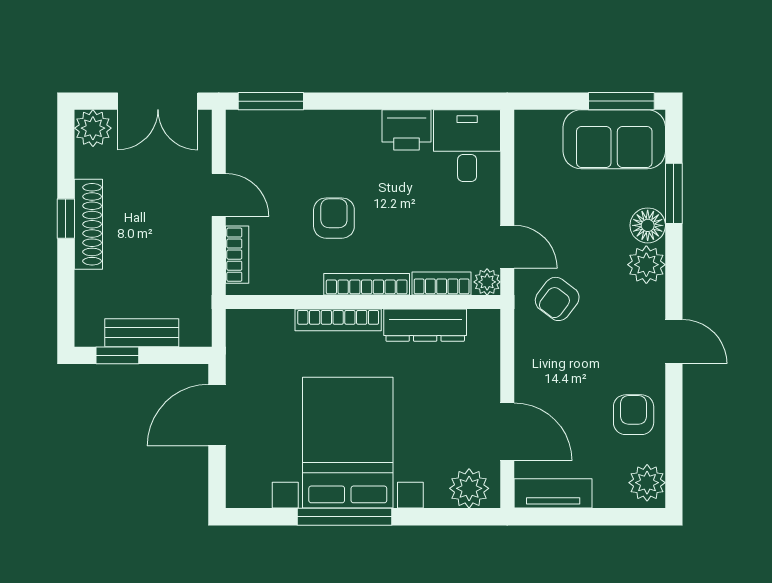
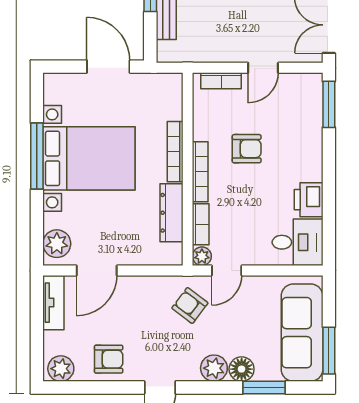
sofa: (614, 139) -> (302, 333), width x1.36

